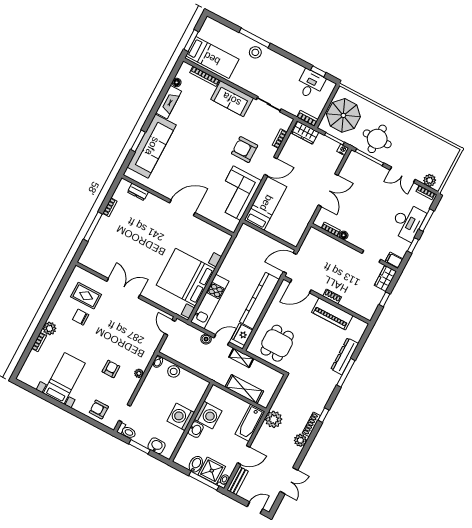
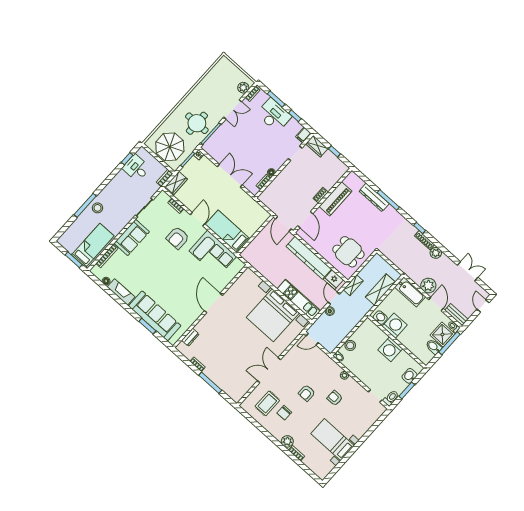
armchair: (99, 409) -> (307, 393), moved
plant: (274, 419) -> (428, 285), moved
washbasin: (196, 430) -> (380, 318), moved

